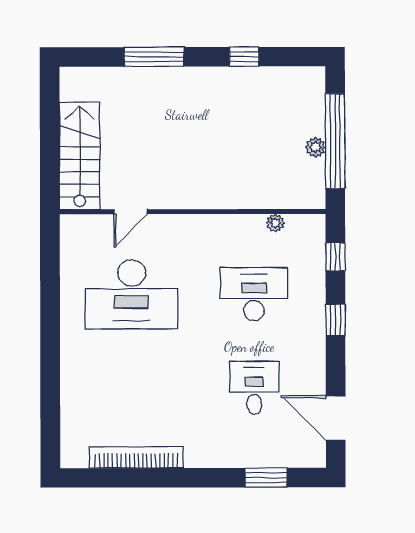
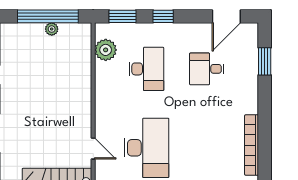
plant: (275, 223) -> (106, 50), width x1.87, depth x1.87
window: (335, 257) -> (122, 16), width x1.50
desk: (254, 294) -> (146, 69), turned 180

